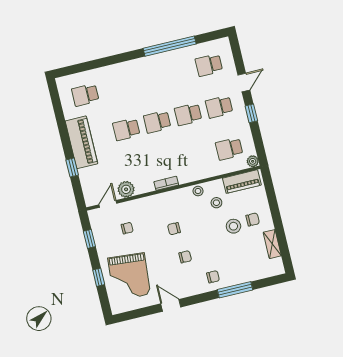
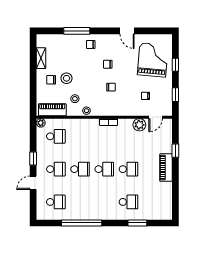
window: (98, 63) -> (137, 223), added
school desk: (85, 95) -> (128, 202), moved
piano: (81, 142) -> (166, 168), width x0.73, depth x0.75

